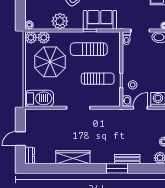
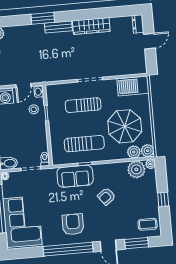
plant: (60, 21) -> (136, 169), moved
sun lounger: (98, 79) -> (83, 105), moved
bench: (127, 159) -> (58, 27), moved

